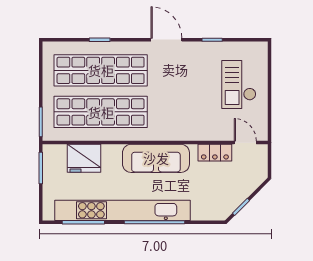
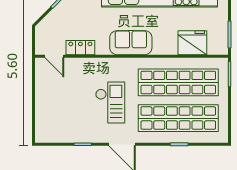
checkout: (239, 84) -> (110, 103), moved
sofa: (156, 158) -> (131, 43), width x0.73

